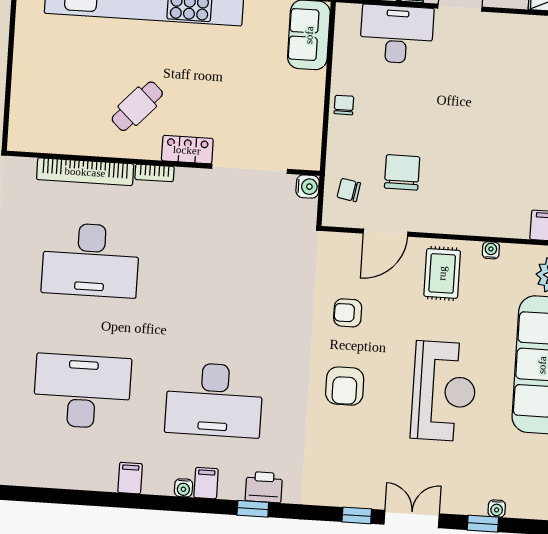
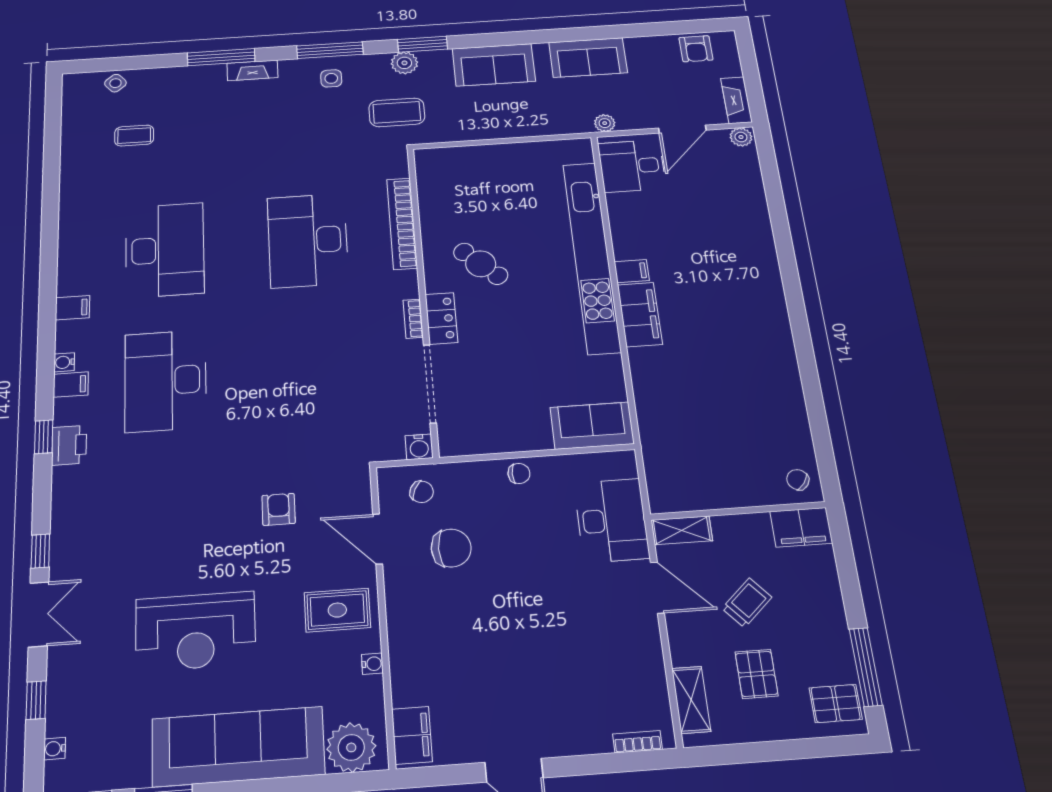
bookcase: (155, 173) -> (413, 319), moved
chair: (349, 190) -> (422, 492), turned 106
armchair: (345, 386) -> (193, 517), removed
water cooler: (497, 509) -> (55, 749), moved

